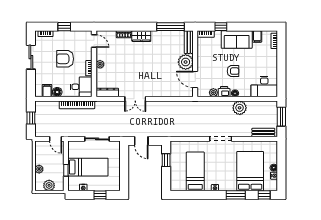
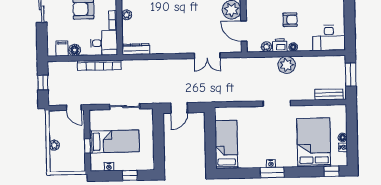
double door: (135, 99) -> (207, 56), moved
plant: (240, 108) -> (287, 65), moved
door: (141, 141) -> (179, 108), hinge flipped
window: (166, 160) -> (210, 131), removed
bed: (195, 171) -> (226, 144), moved
plant: (49, 185) -> (67, 165), removed
window: (236, 195) -> (272, 172), moved

